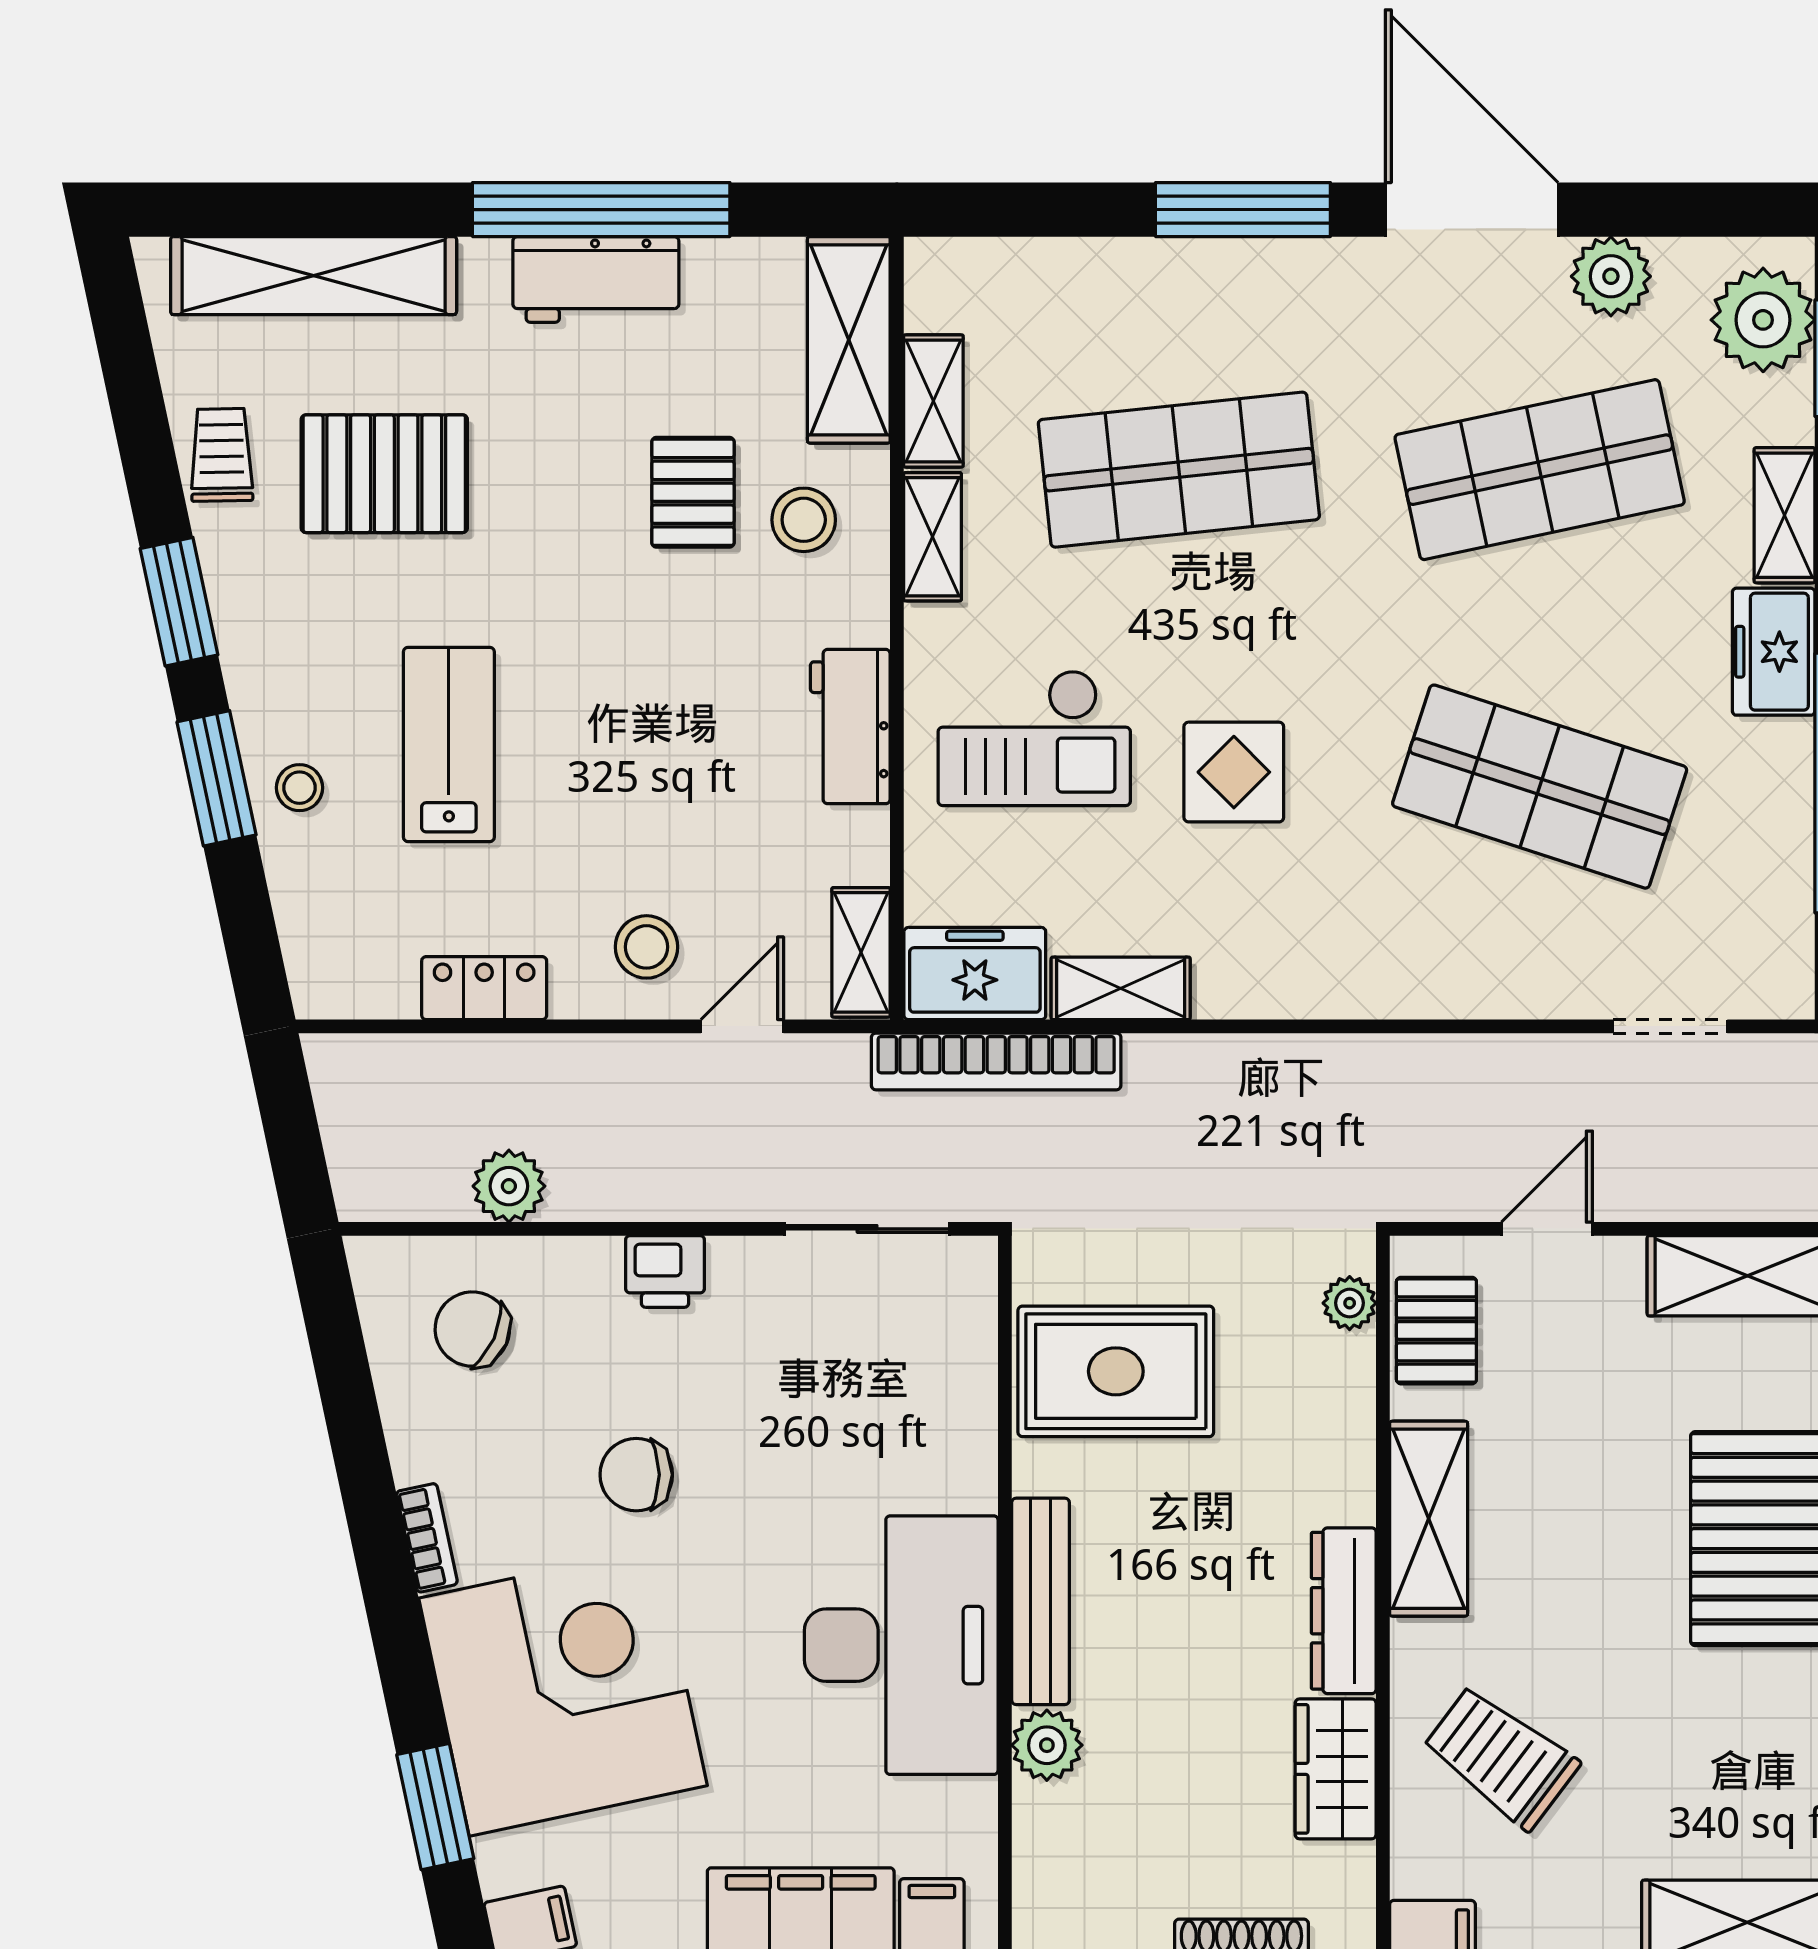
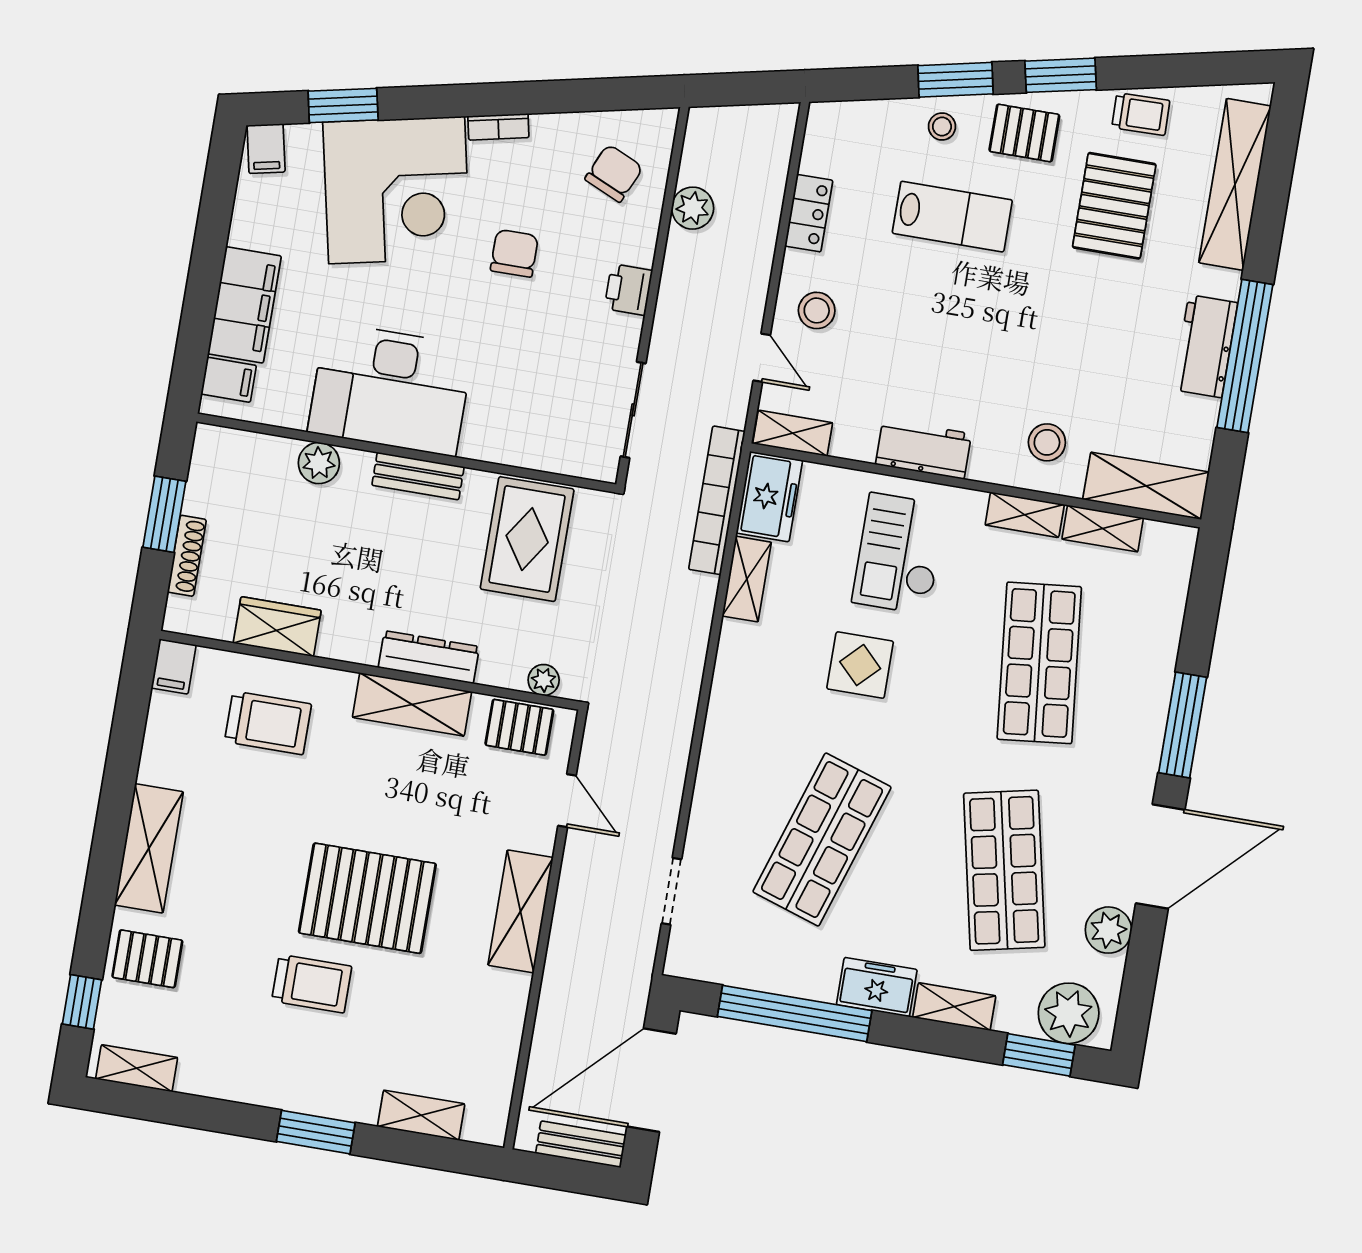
pallet: (693, 492) -> (1024, 133), moved
bench: (1040, 1601) -> (418, 476), width x0.73
dresser: (1344, 1611) -> (429, 657), moved
trolley: (1501, 1757) -> (268, 723), turned 53

